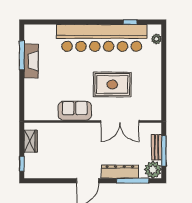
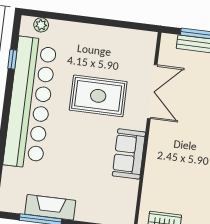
rug: (112, 85) -> (98, 96), turned 90

